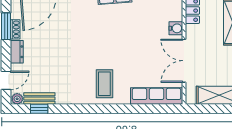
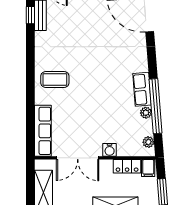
double door: (184, 61) -> (78, 158), swing flipped

